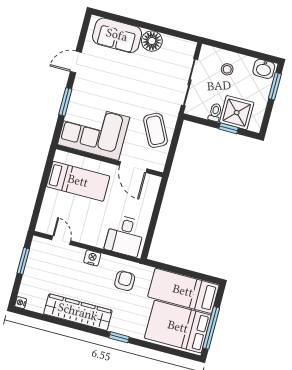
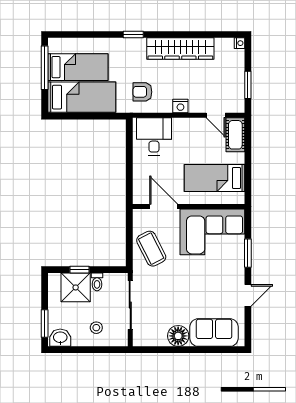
cot: (48, 217) -> (235, 135), added
armchair: (125, 281) -> (142, 92), turned 90
bed: (178, 327) -> (78, 67), width x0.67

